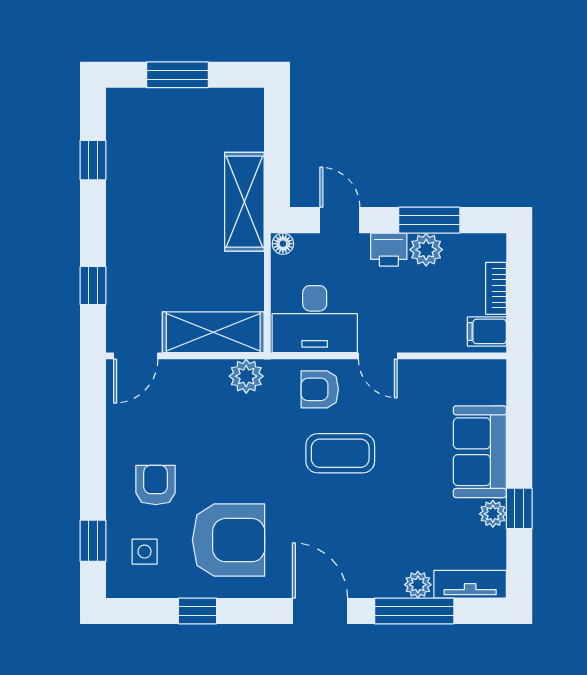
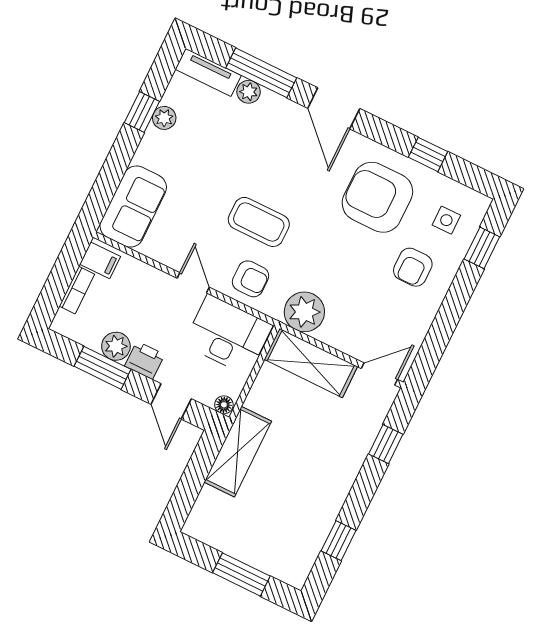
plant: (246, 376) -> (304, 312), width x1.36, depth x1.36
sofa: (480, 452) -> (133, 207), moved

